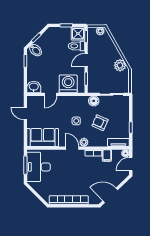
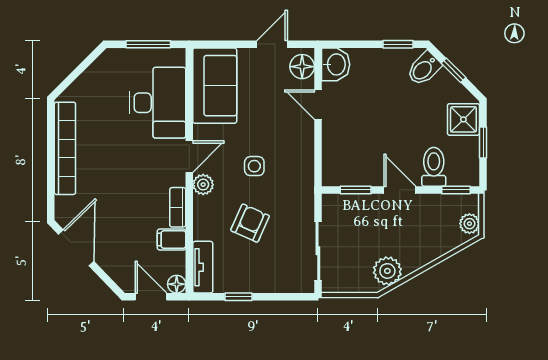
shower: (78, 34) -> (463, 119), moved
washing machine: (68, 84) -> (343, 147), removed
floor lamp: (94, 101) -> (302, 67), moved
desk: (38, 167) -> (158, 103), moved, turned 90

